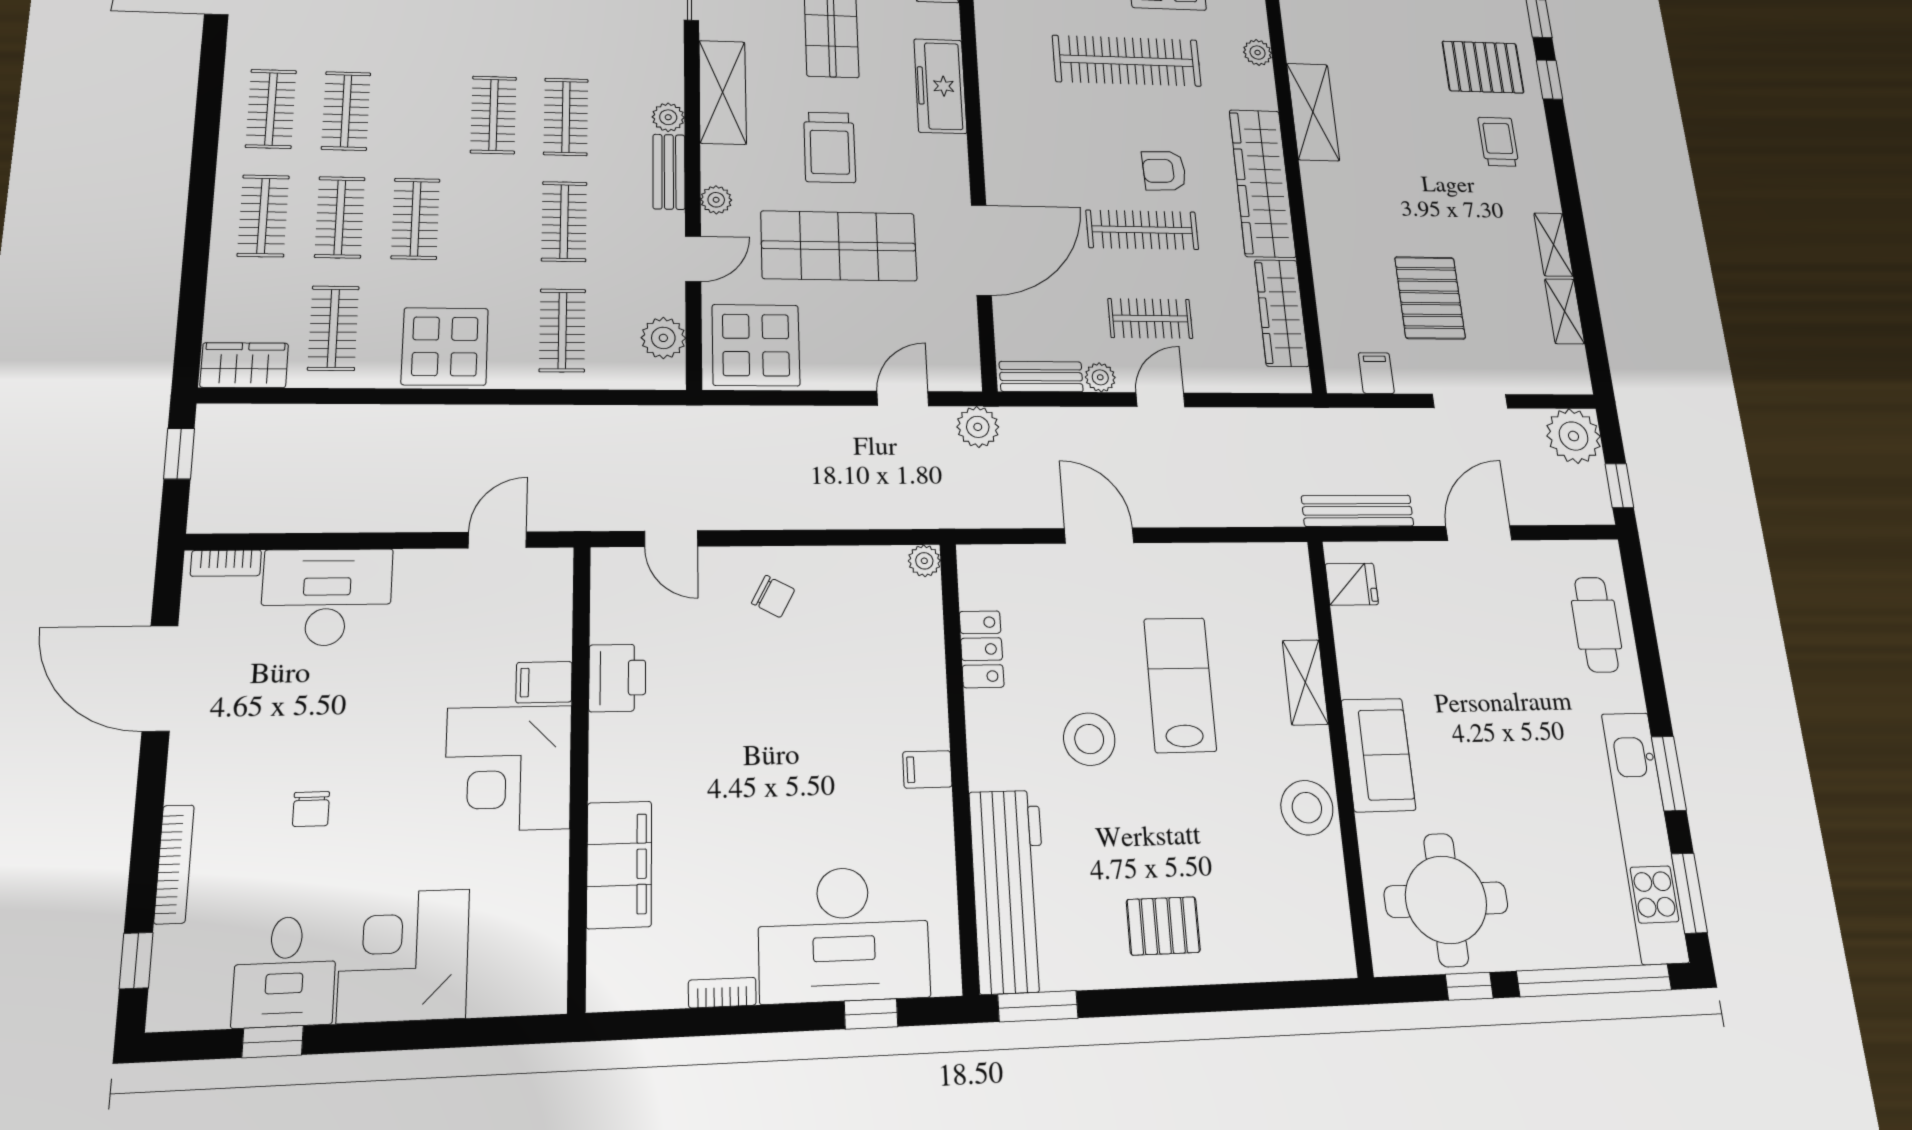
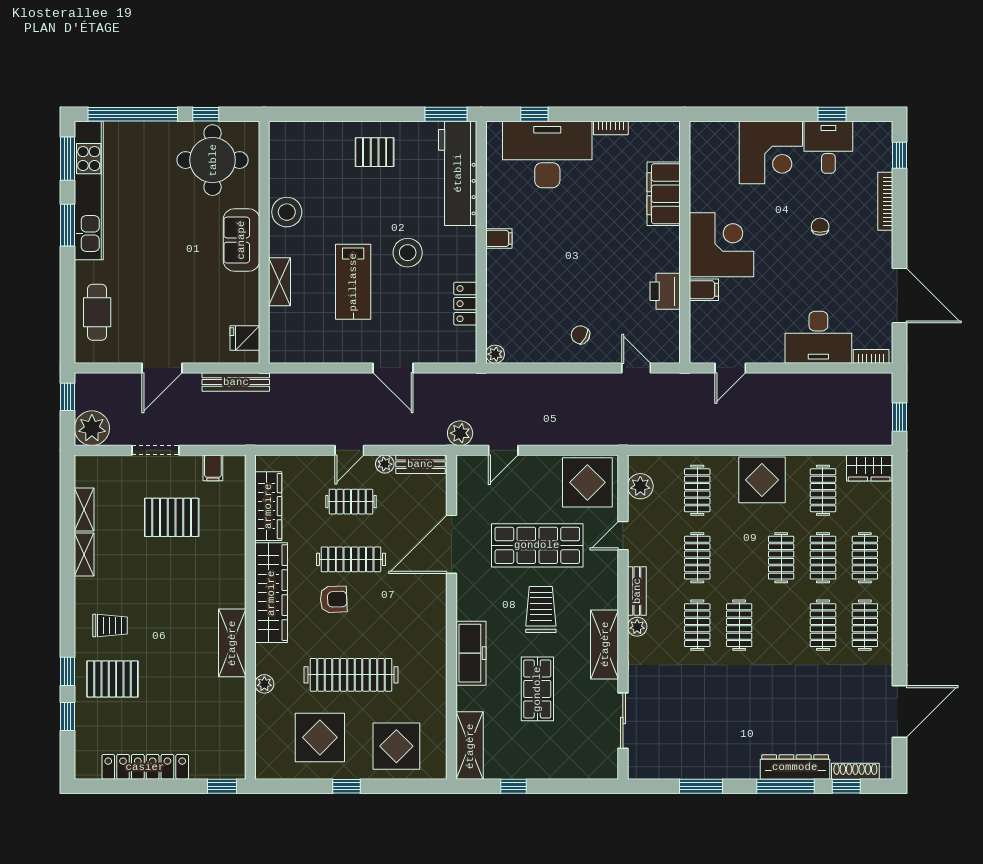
trolley: (1498, 142) -> (110, 625), turned -90
plant: (716, 200) -> (609, 573), removed
pallet: (1430, 298) -> (172, 517), turned 90

